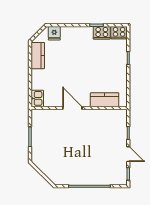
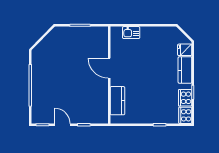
kitchen counter: (38, 56) -> (185, 70), moved, turned 90
kitchen sink: (37, 98) -> (131, 33), moved
door: (72, 108) -> (109, 68), swing flipped
door: (128, 154) -> (62, 125), swing flipped

